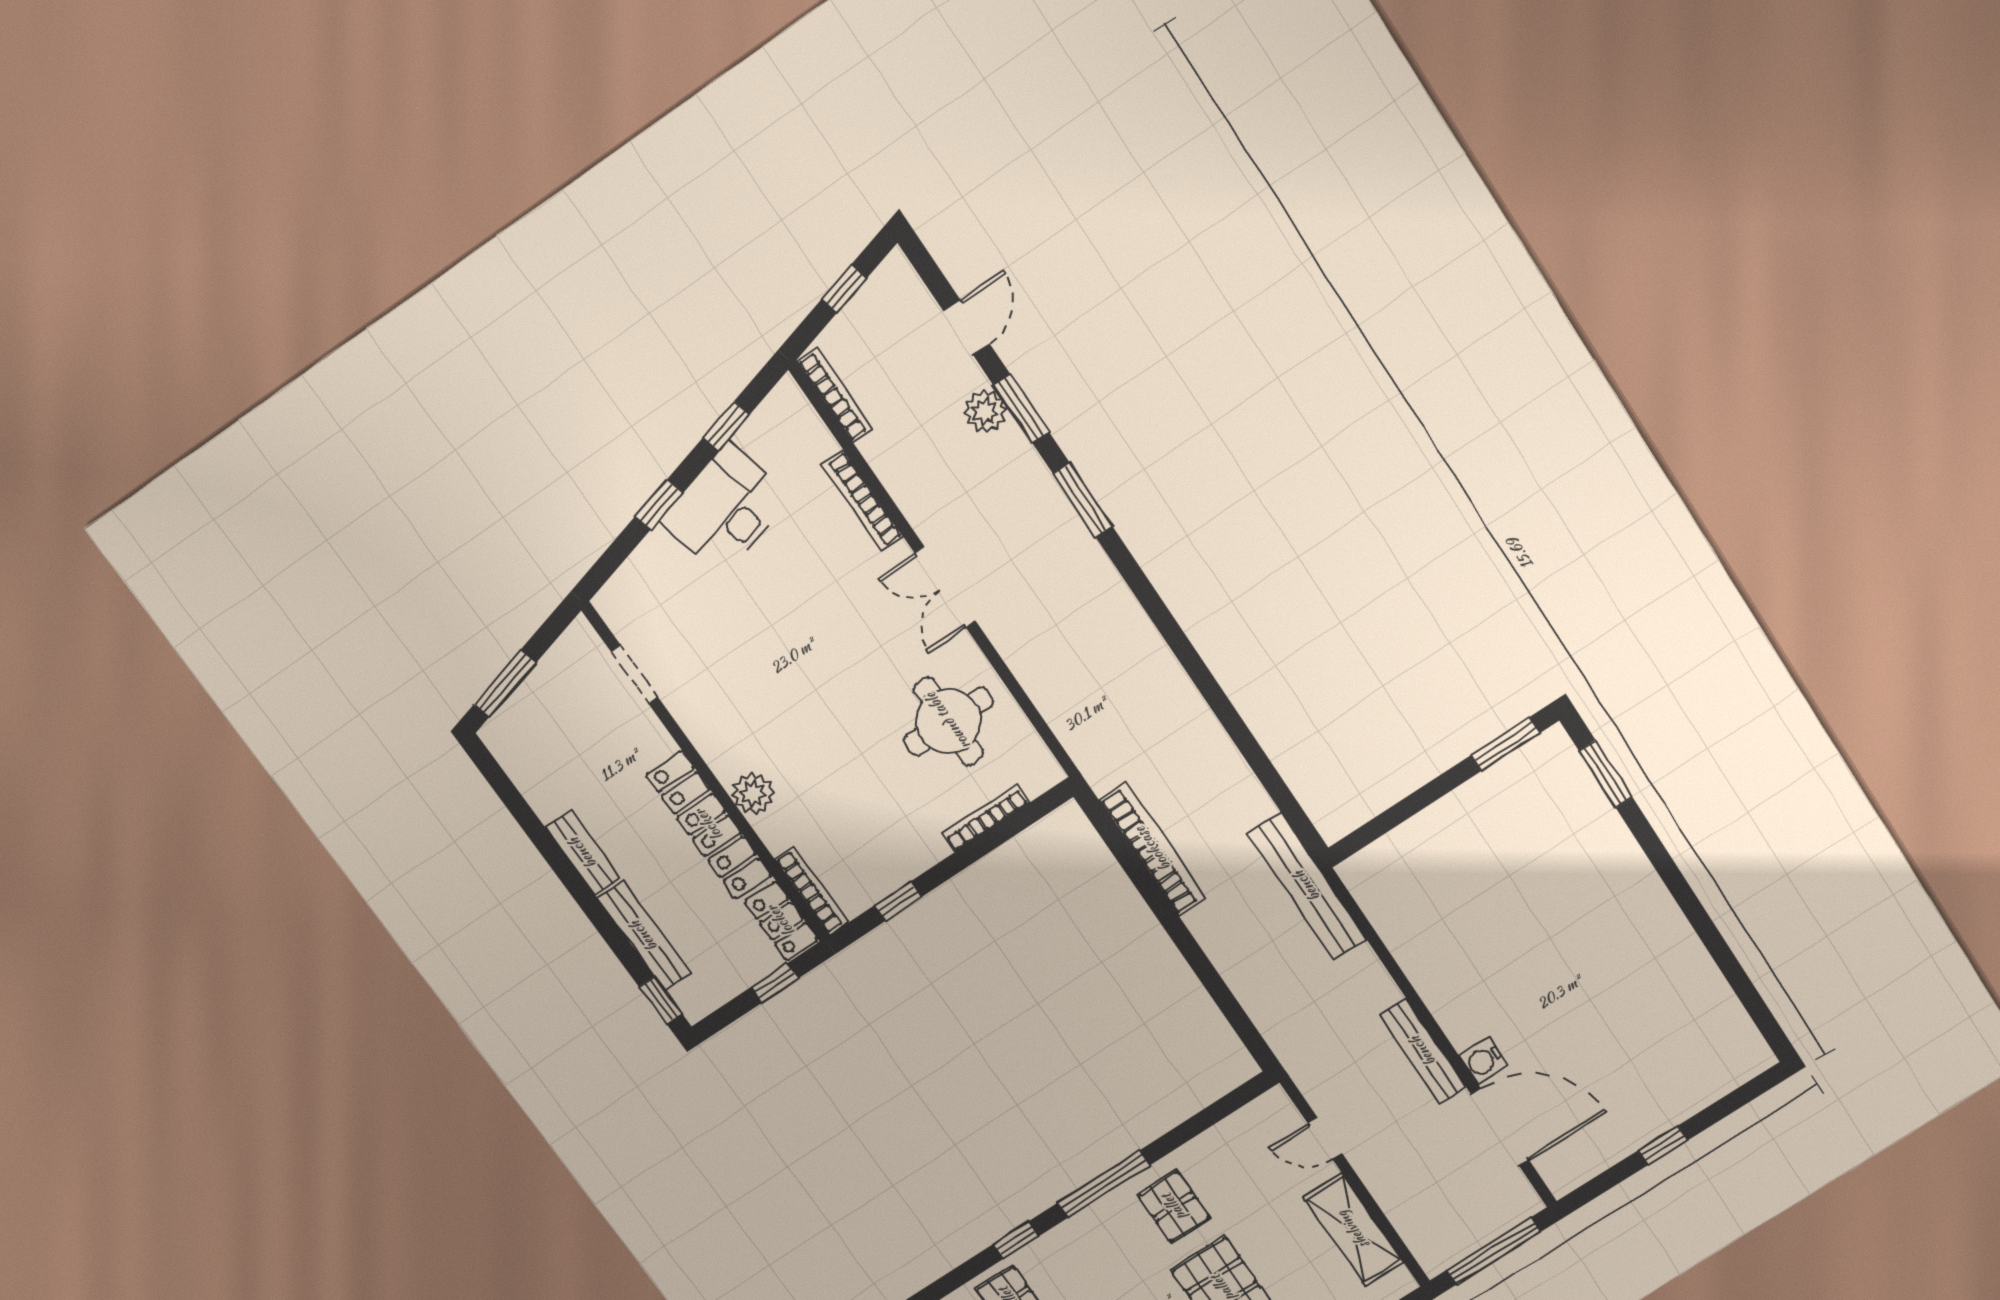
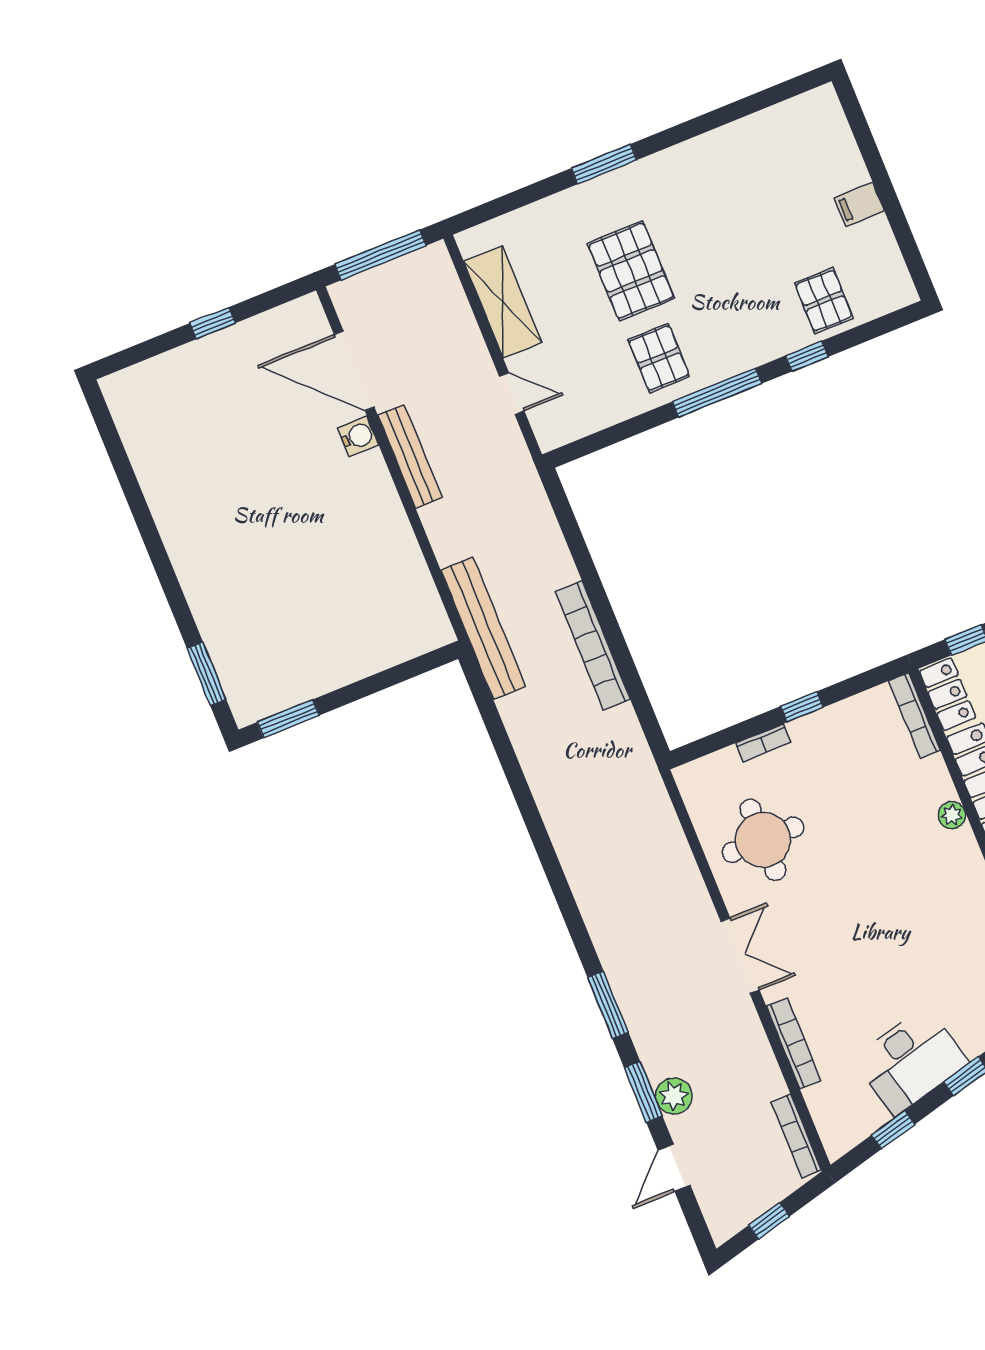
plant: (753, 794) -> (952, 815), width x0.73, depth x0.73
bookcase: (985, 818) -> (763, 743), width x0.64
bookcase: (1153, 849) -> (593, 645), moved
window: (898, 901) -> (802, 707), moved

